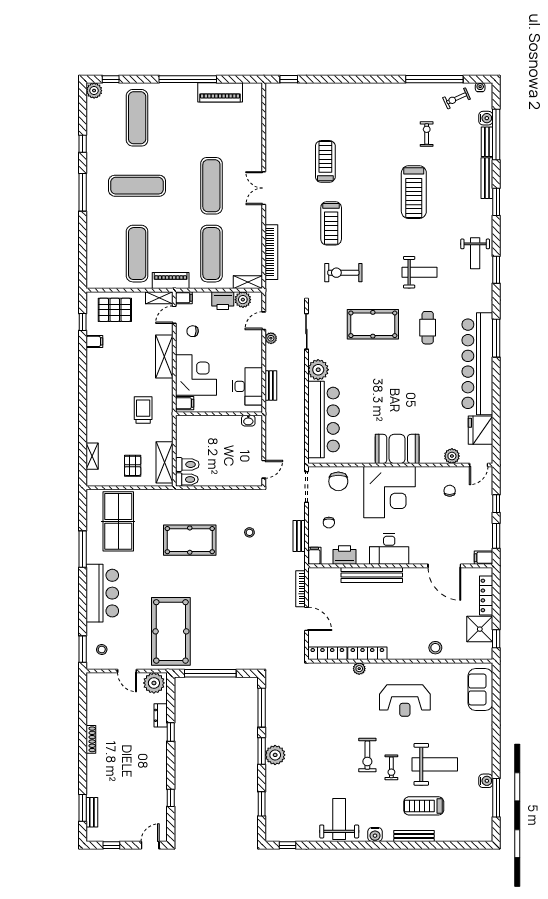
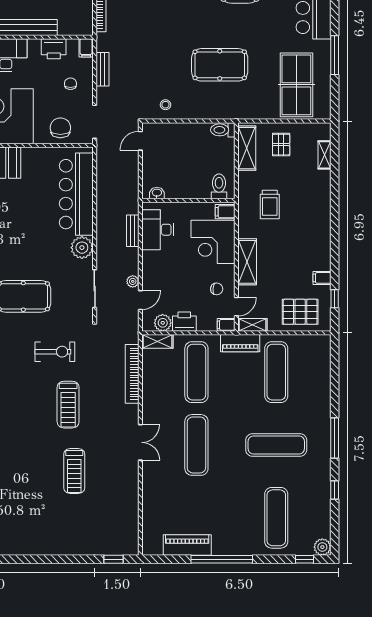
treadmill: (331, 223) -> (68, 405), turned 180
toilet: (187, 464) -> (219, 186), moved, turned 90
stool: (249, 532) -> (165, 105), moved

